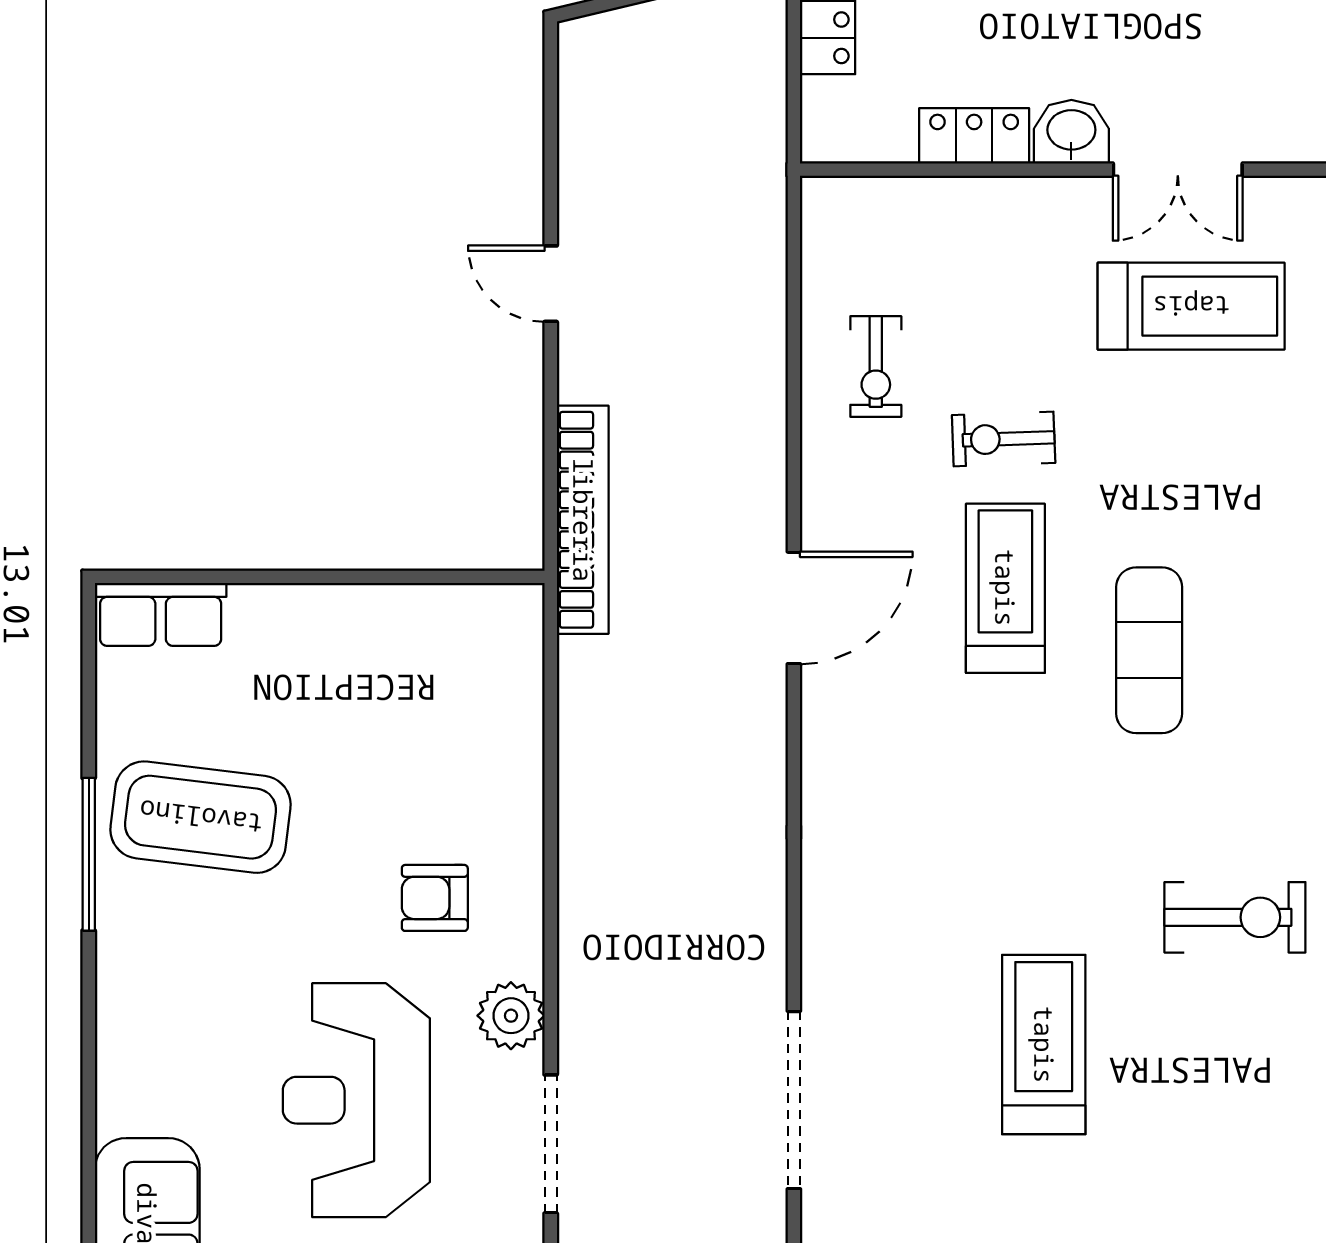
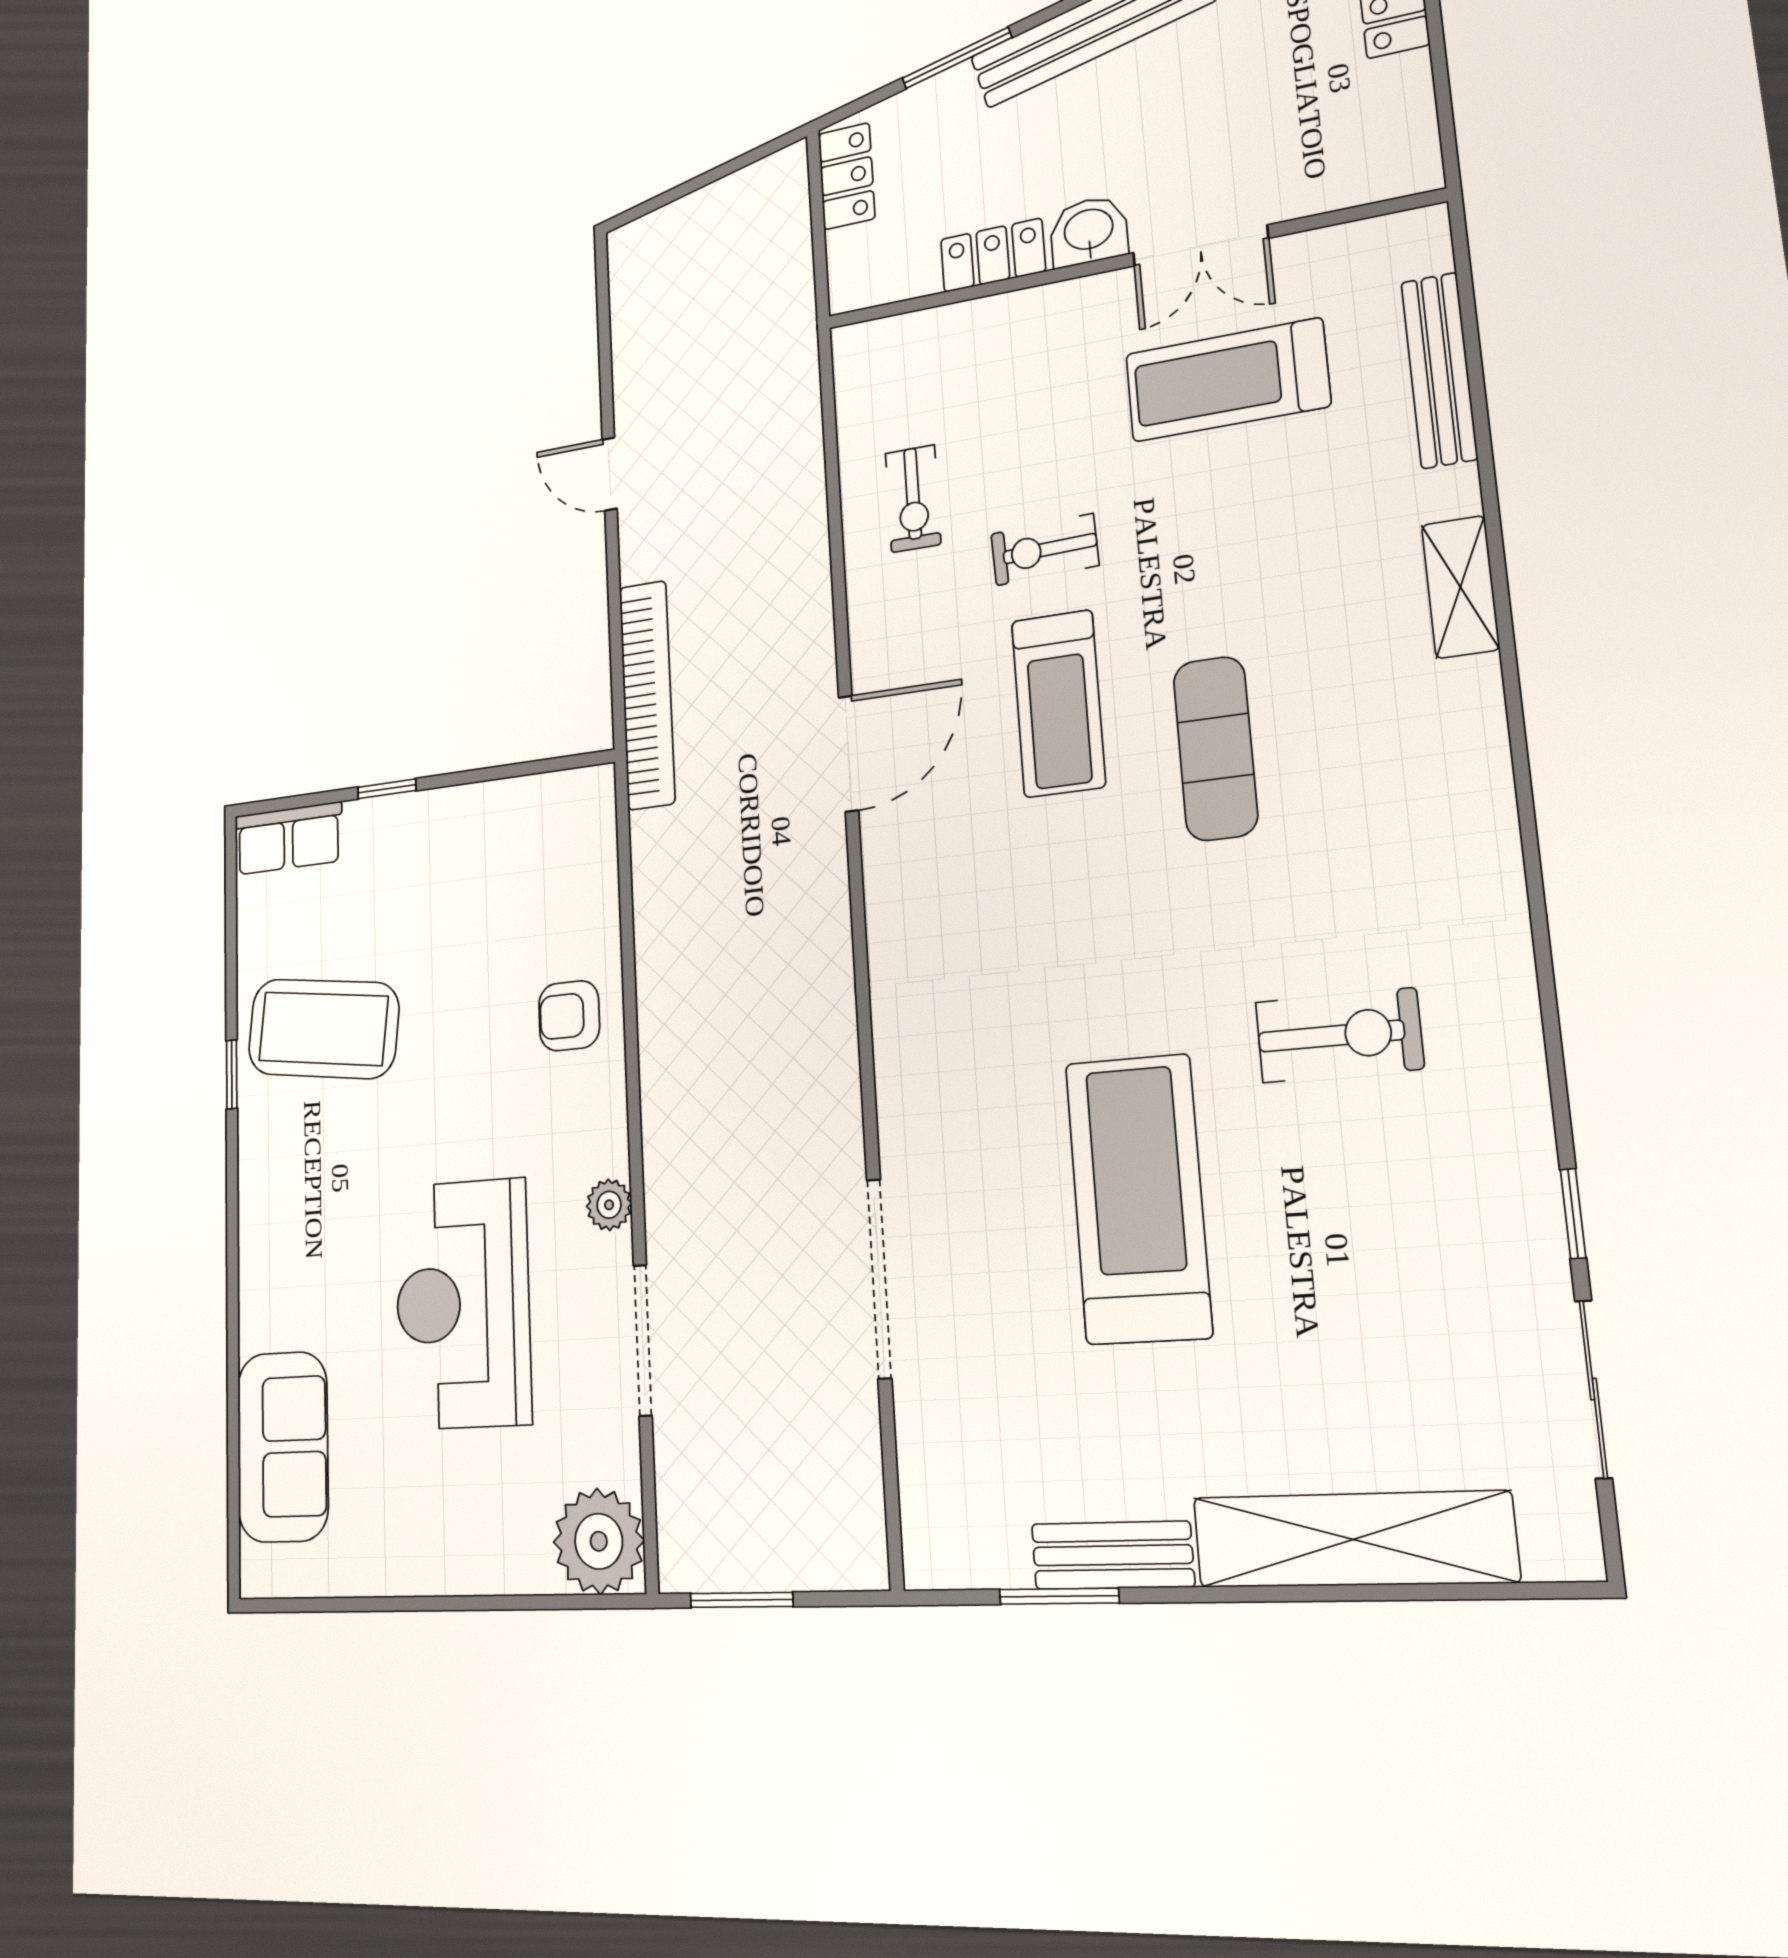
treadmill: (1191, 306) -> (1227, 380), turned 180
window: (281, 577) -> (387, 789), added
treadmill: (1005, 588) -> (1058, 703), turned 180
window: (89, 854) -> (232, 1074), width x0.46
armchair: (435, 898) -> (569, 1016), moved
plant: (511, 1016) -> (609, 1205), width x0.73, depth x0.73
treadmill: (1044, 1045) -> (1138, 1199), width x1.37, depth x1.38

